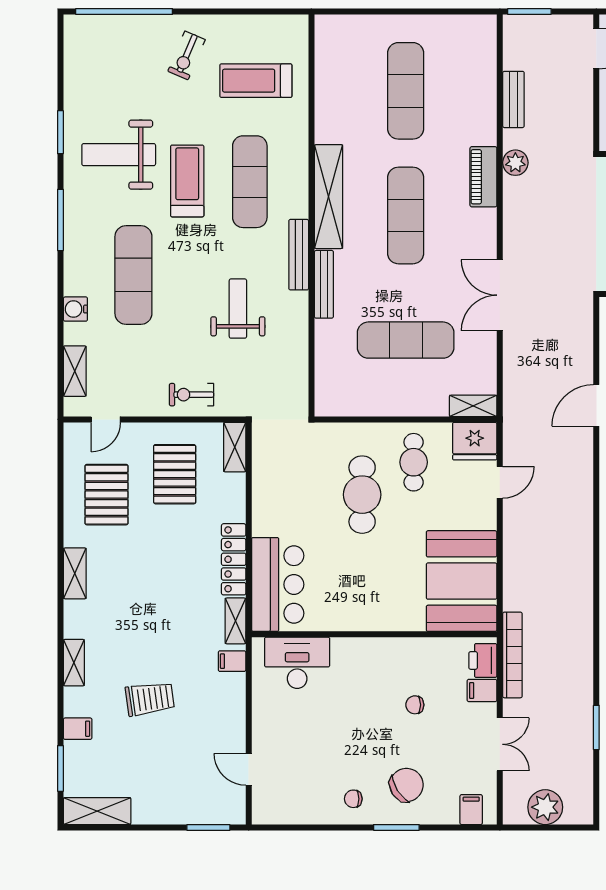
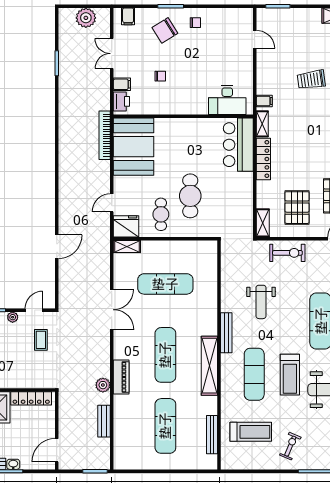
bench: (324, 284) -> (212, 435), moved
exercise bike: (192, 395) -> (287, 253), width x1.38, depth x1.39
bookcase: (512, 655) -> (105, 135), moved

